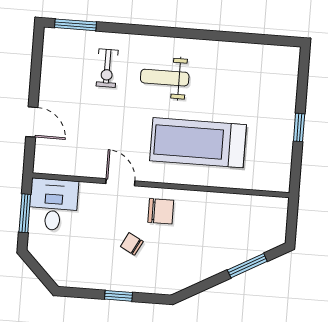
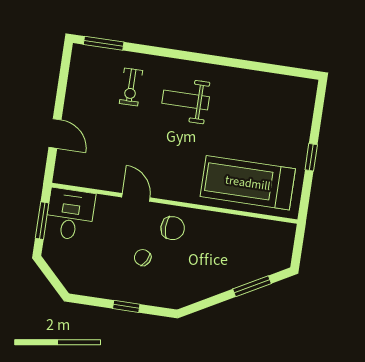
treadmill: (198, 143) -> (248, 183), moved

